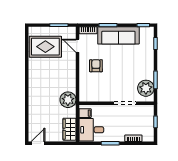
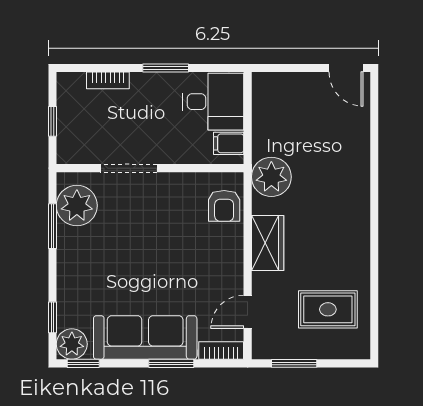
plant: (148, 33) -> (72, 344), added
door: (77, 46) -> (248, 312), swing flipped
rug: (45, 47) -> (328, 309), width x0.73, depth x0.70
armchair: (96, 66) -> (224, 206), moved
wardrobe: (69, 129) -> (268, 243), moved
door: (38, 143) -> (346, 68), hinge flipped

